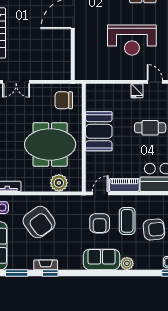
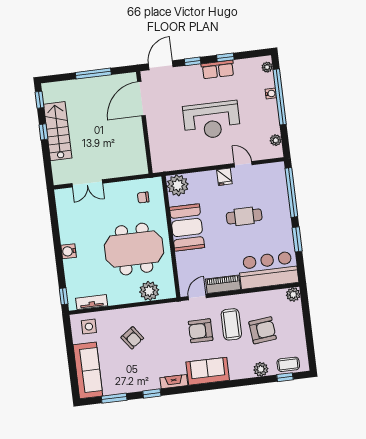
plant: (95, 93) -> (178, 185), added
chair: (64, 100) -> (143, 197), width x0.54, depth x0.54
armchair: (39, 222) -> (132, 338), width x0.53, depth x0.53
armchair: (100, 223) -> (201, 331), turned 90
plant: (127, 263) -> (261, 369), moved
fireplace: (46, 265) -> (174, 382), moved

